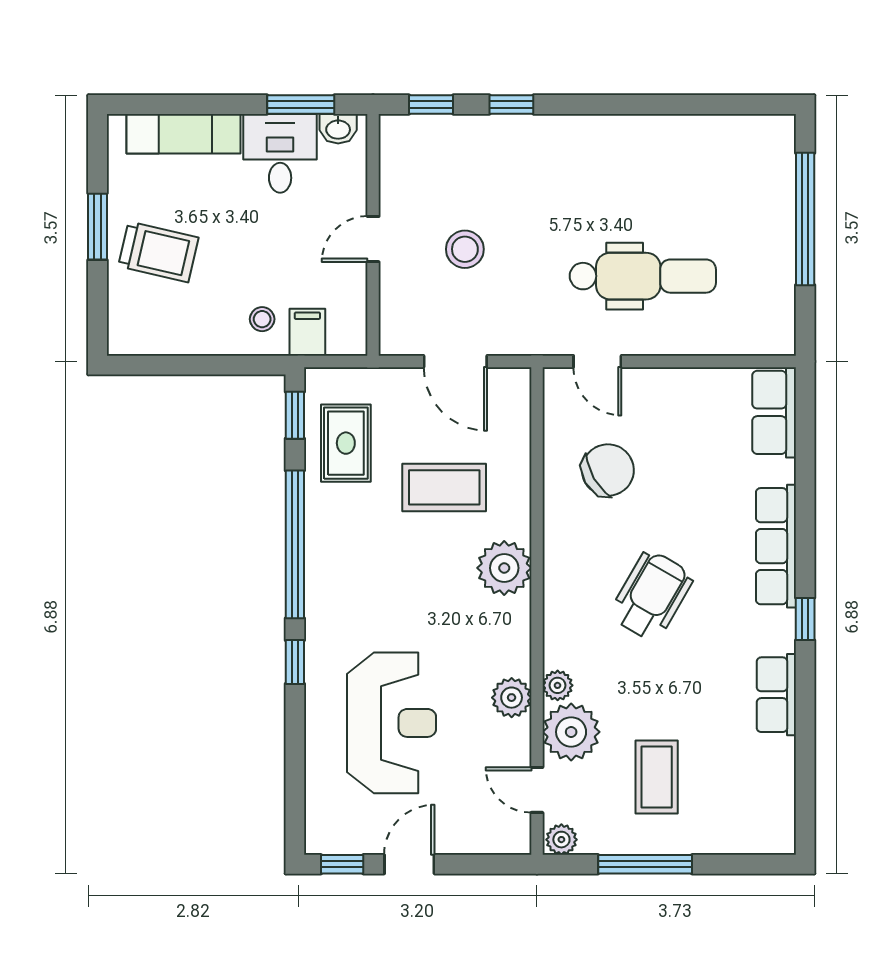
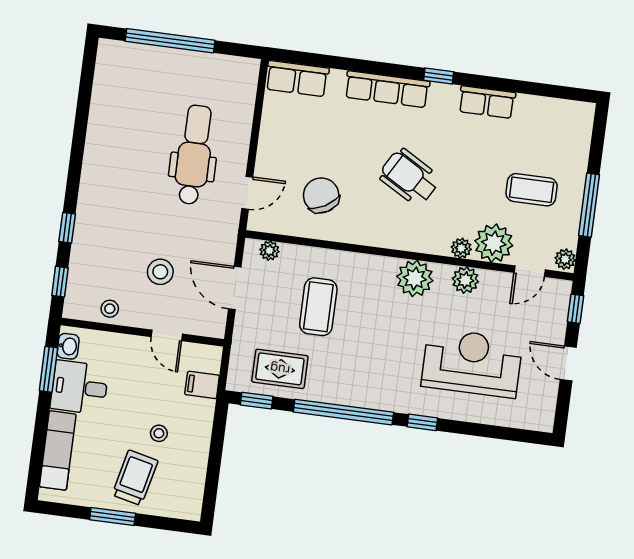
stool: (401, 182) -> (110, 309), added
door: (373, 239) -> (167, 335), moved
stool: (262, 319) -> (159, 433), moved
door: (455, 361) -> (235, 288), swing flipped
plant: (517, 405) -> (269, 251), added
plant: (504, 568) -> (415, 278), moved
window: (342, 864) -> (575, 309), moved

